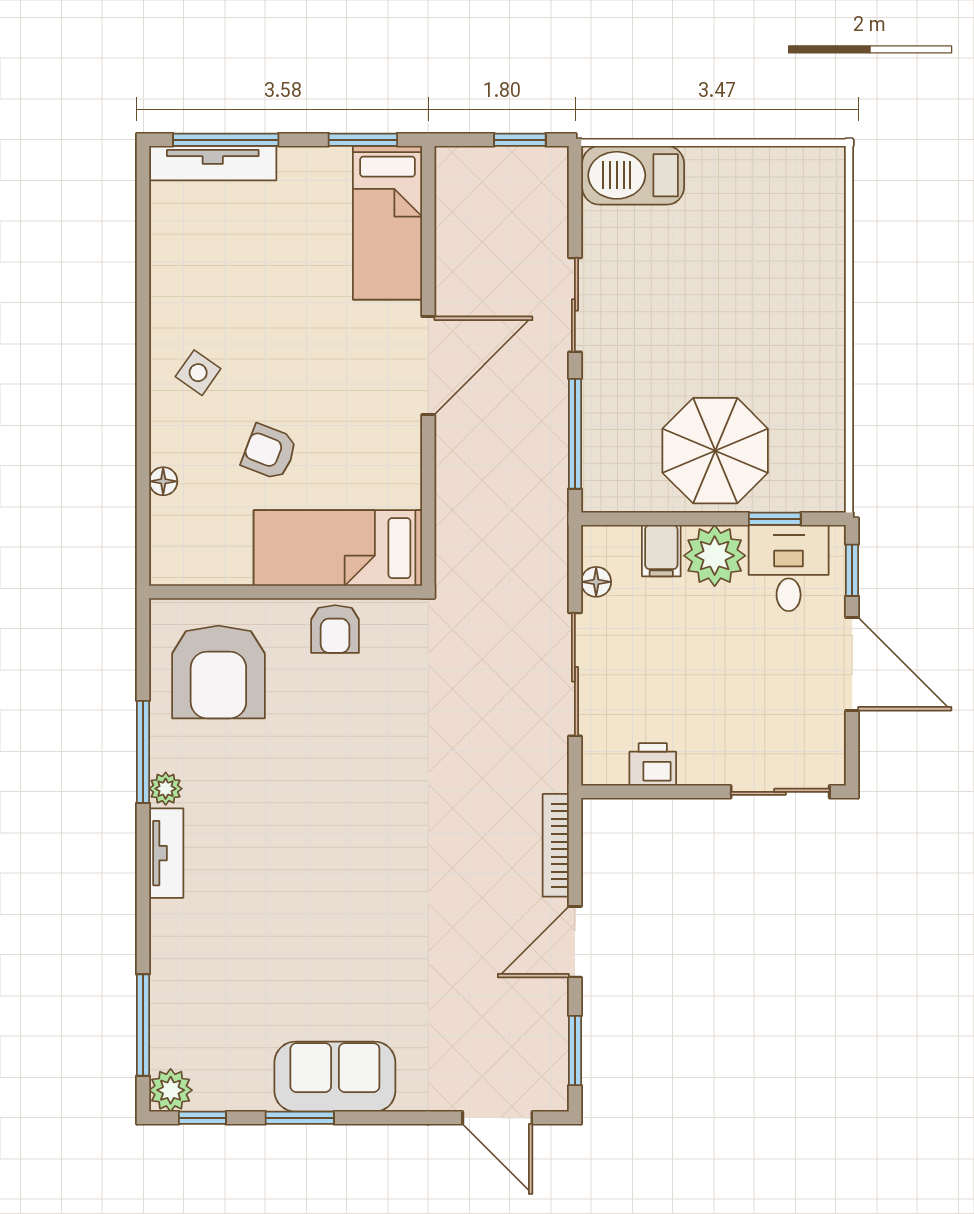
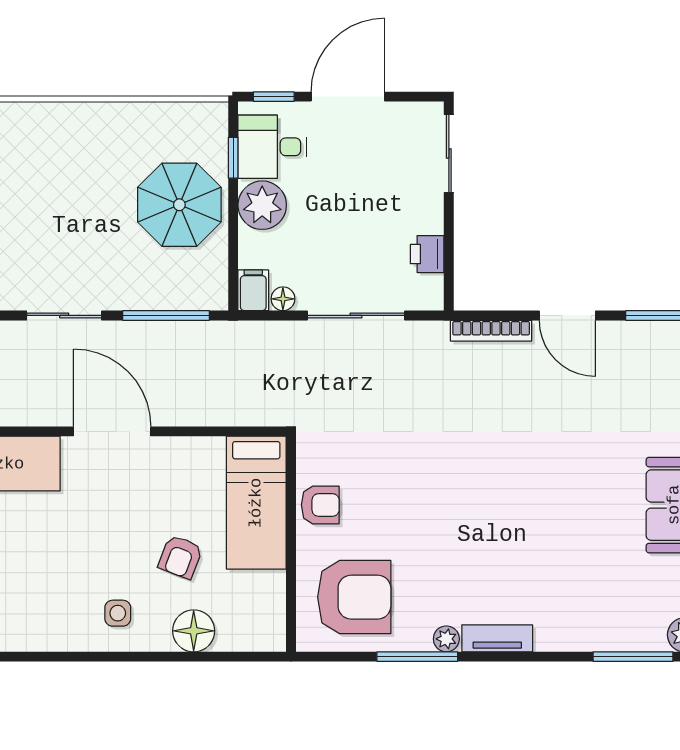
side table: (198, 373) -> (118, 613), turned -35
floor lamp: (163, 481) -> (194, 631), width x1.89, depth x1.89
filing cabinet: (661, 551) -> (253, 290), moved, turned -90

